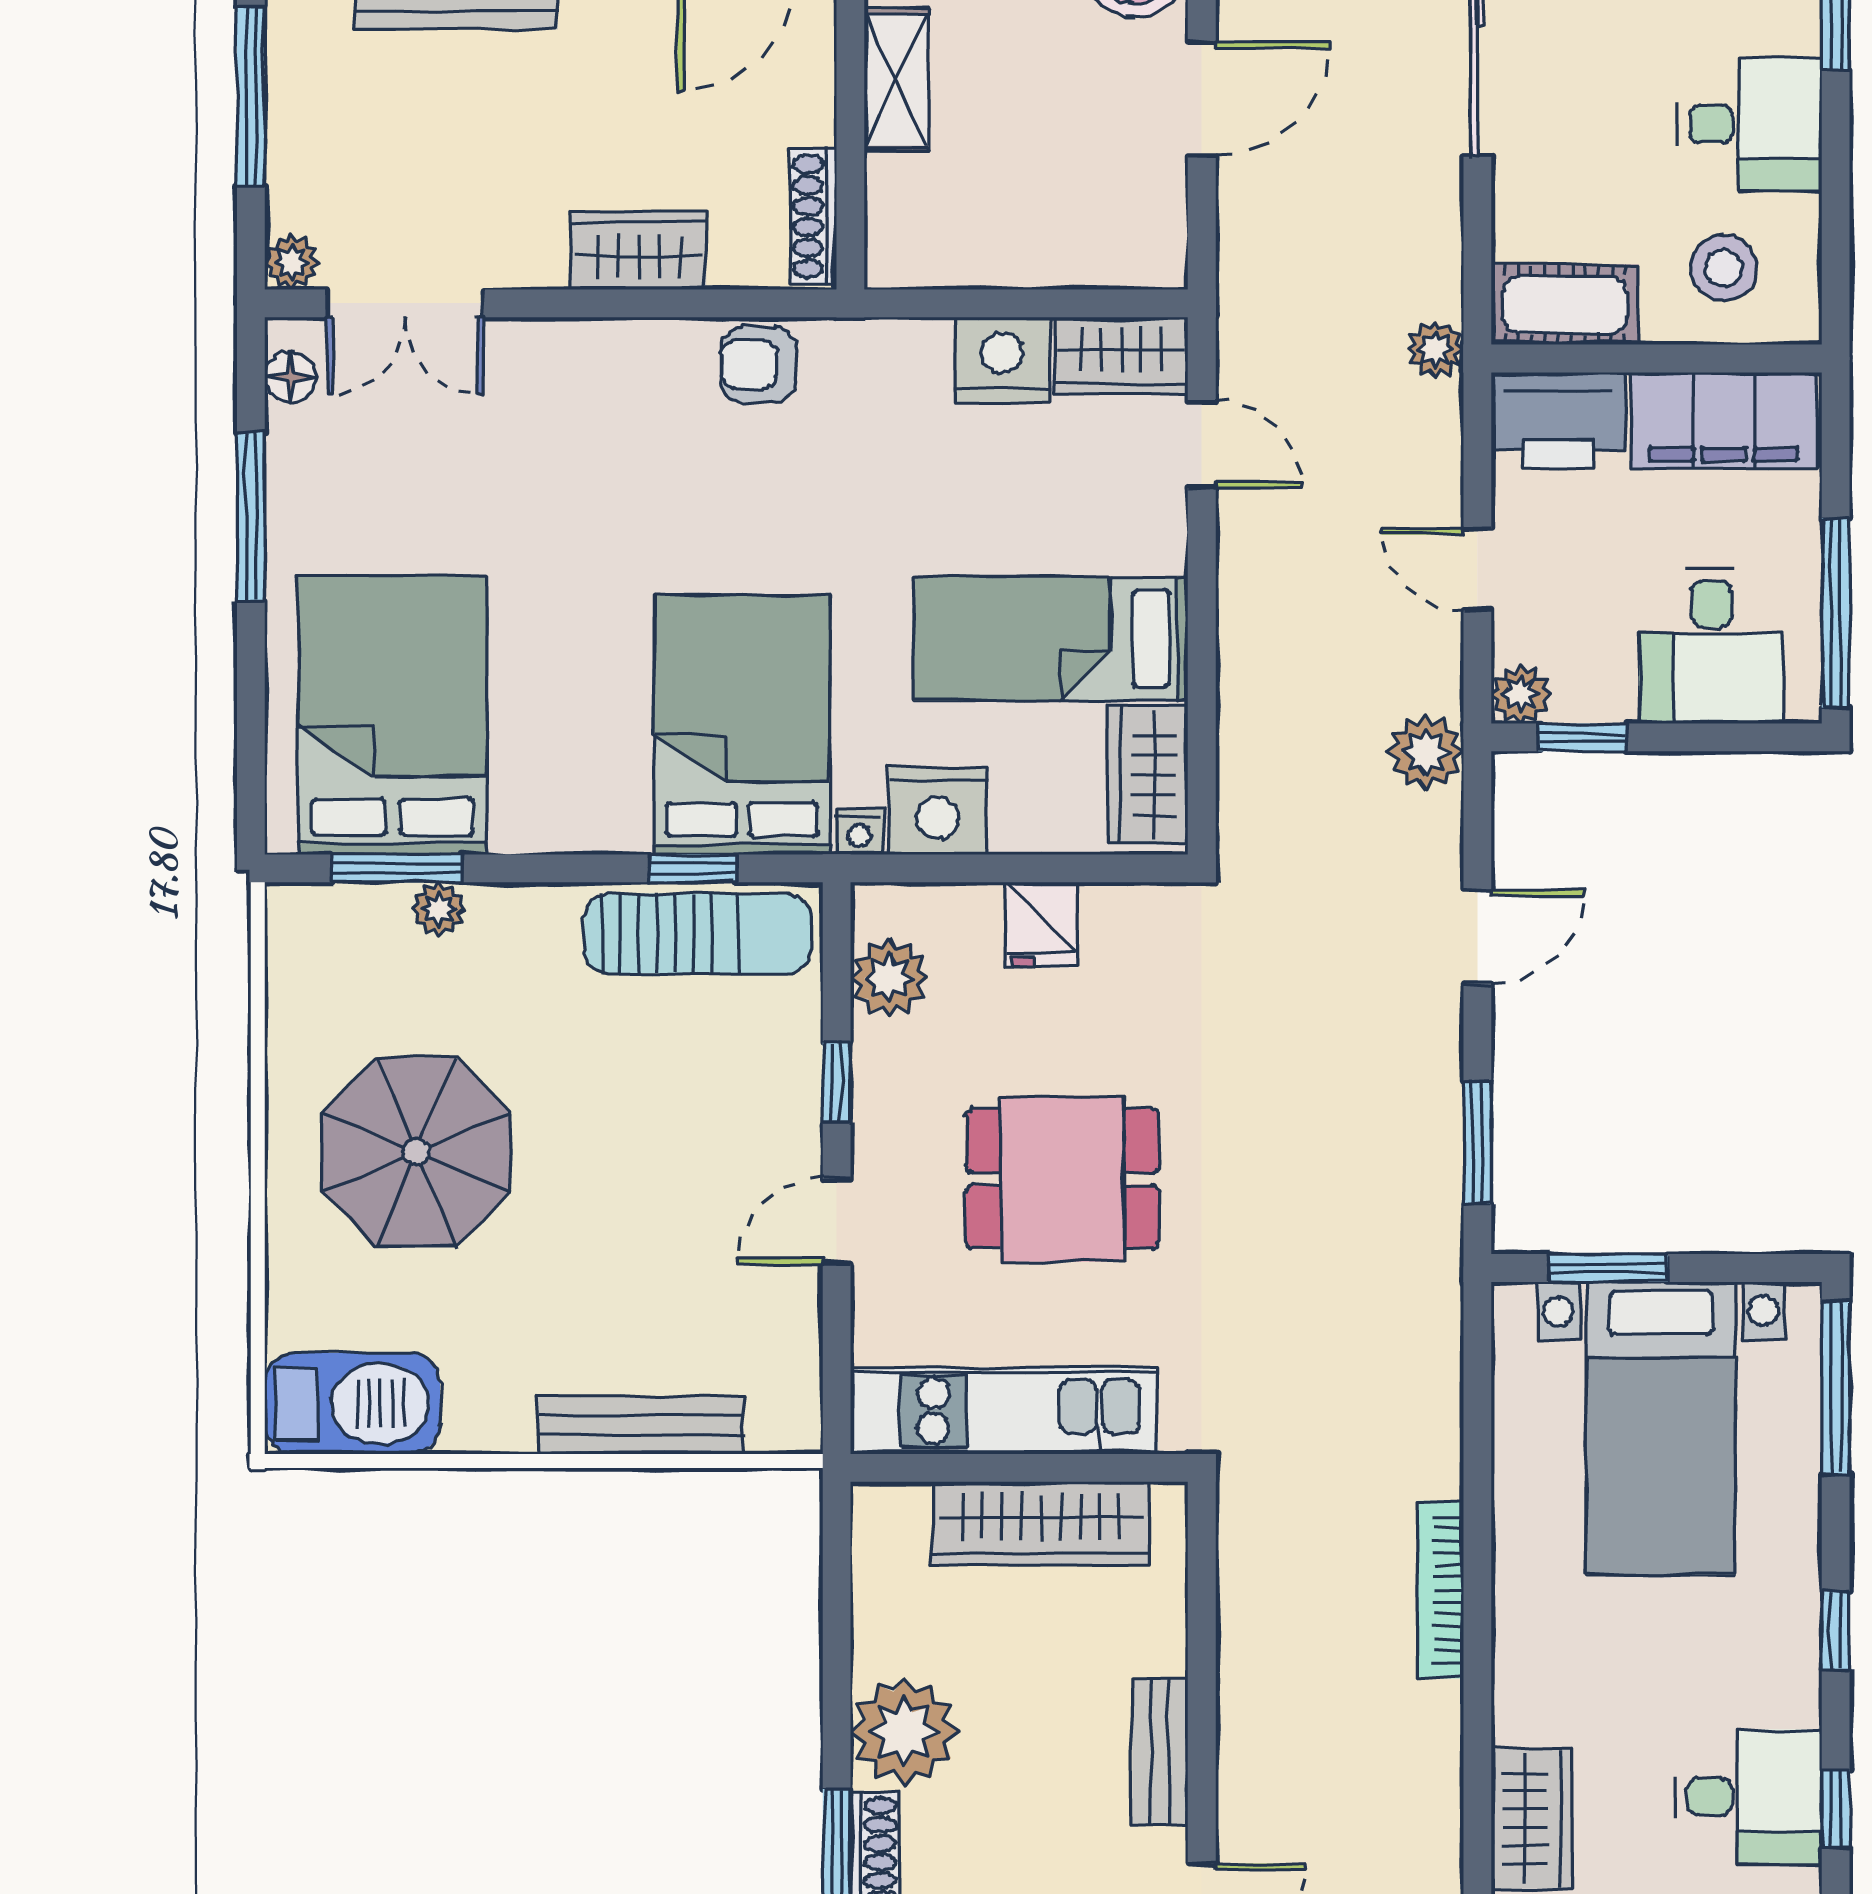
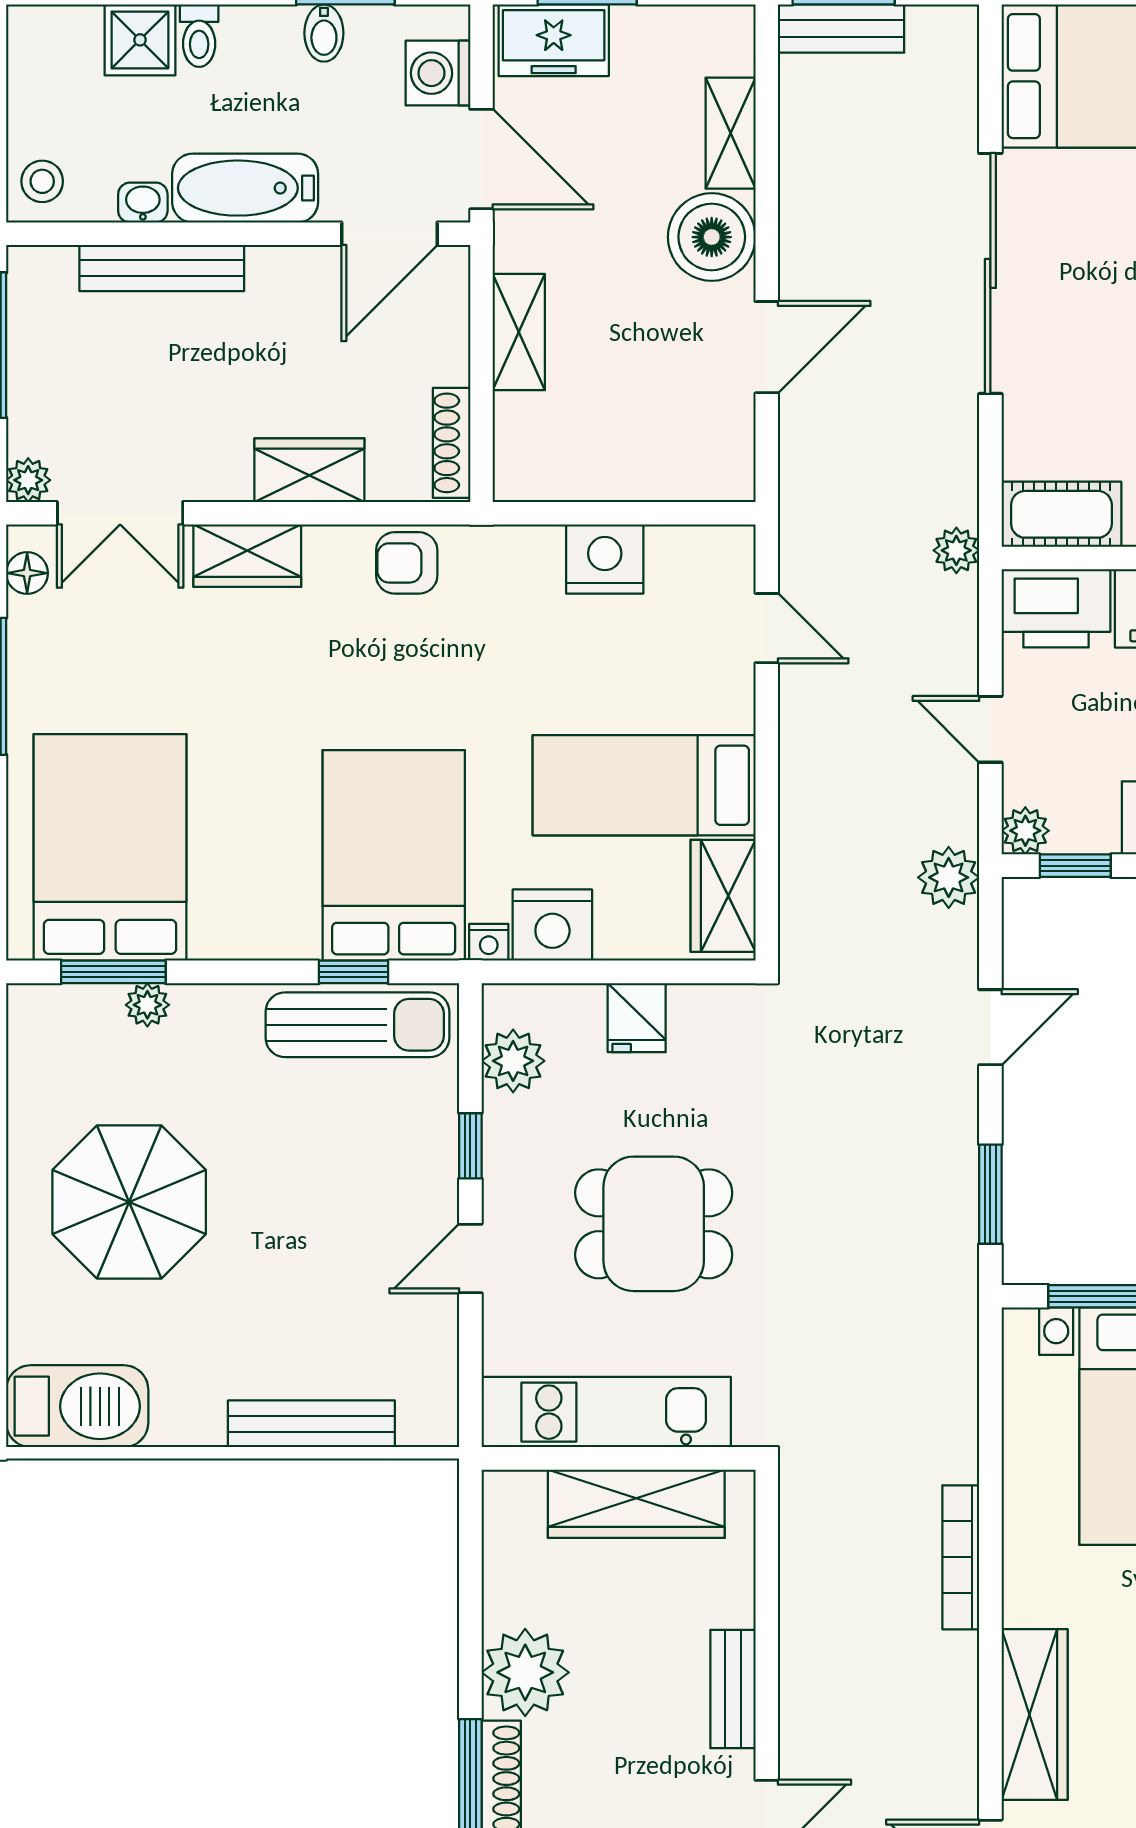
wardrobe: (1122, 356) -> (247, 556), moved
wardrobe: (1532, 1818) -> (1035, 1715), width x1.50

